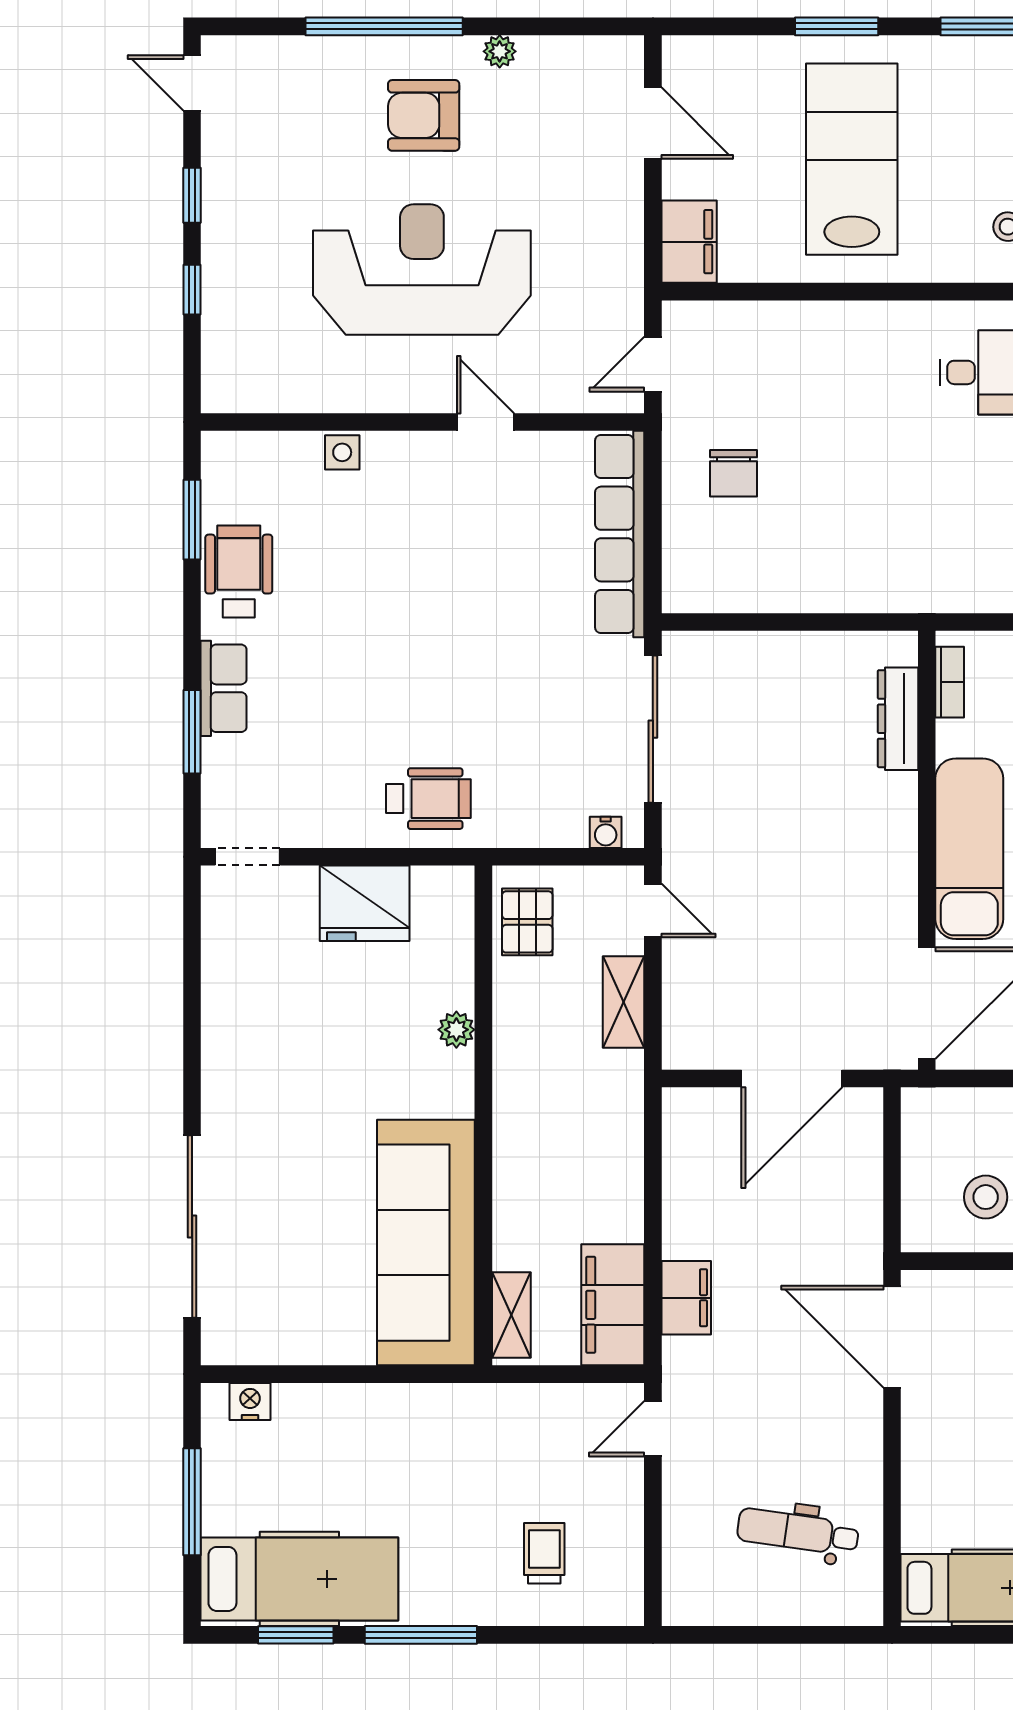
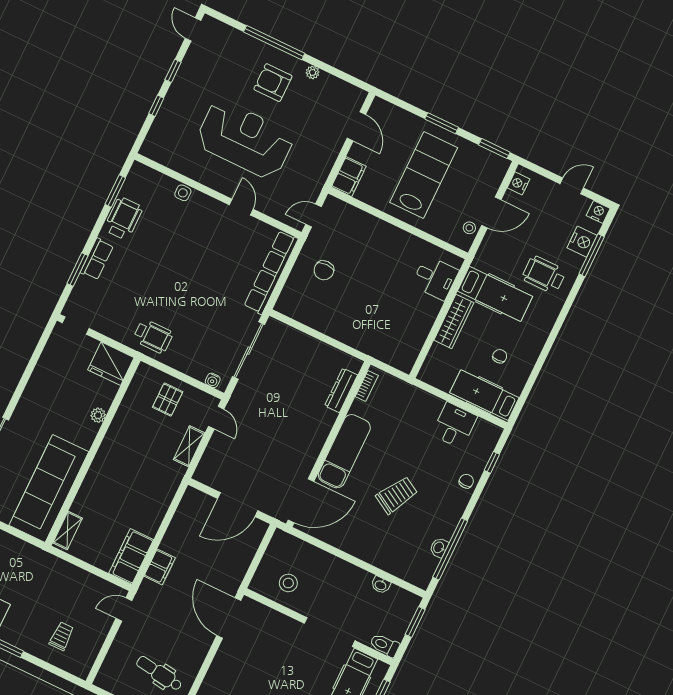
plant: (456, 1030) -> (98, 415), moved
wall: (483, 1115) -> (93, 452), moved
sofa: (426, 1243) -> (49, 489), moved
shelving: (511, 1315) -> (68, 531), moved

